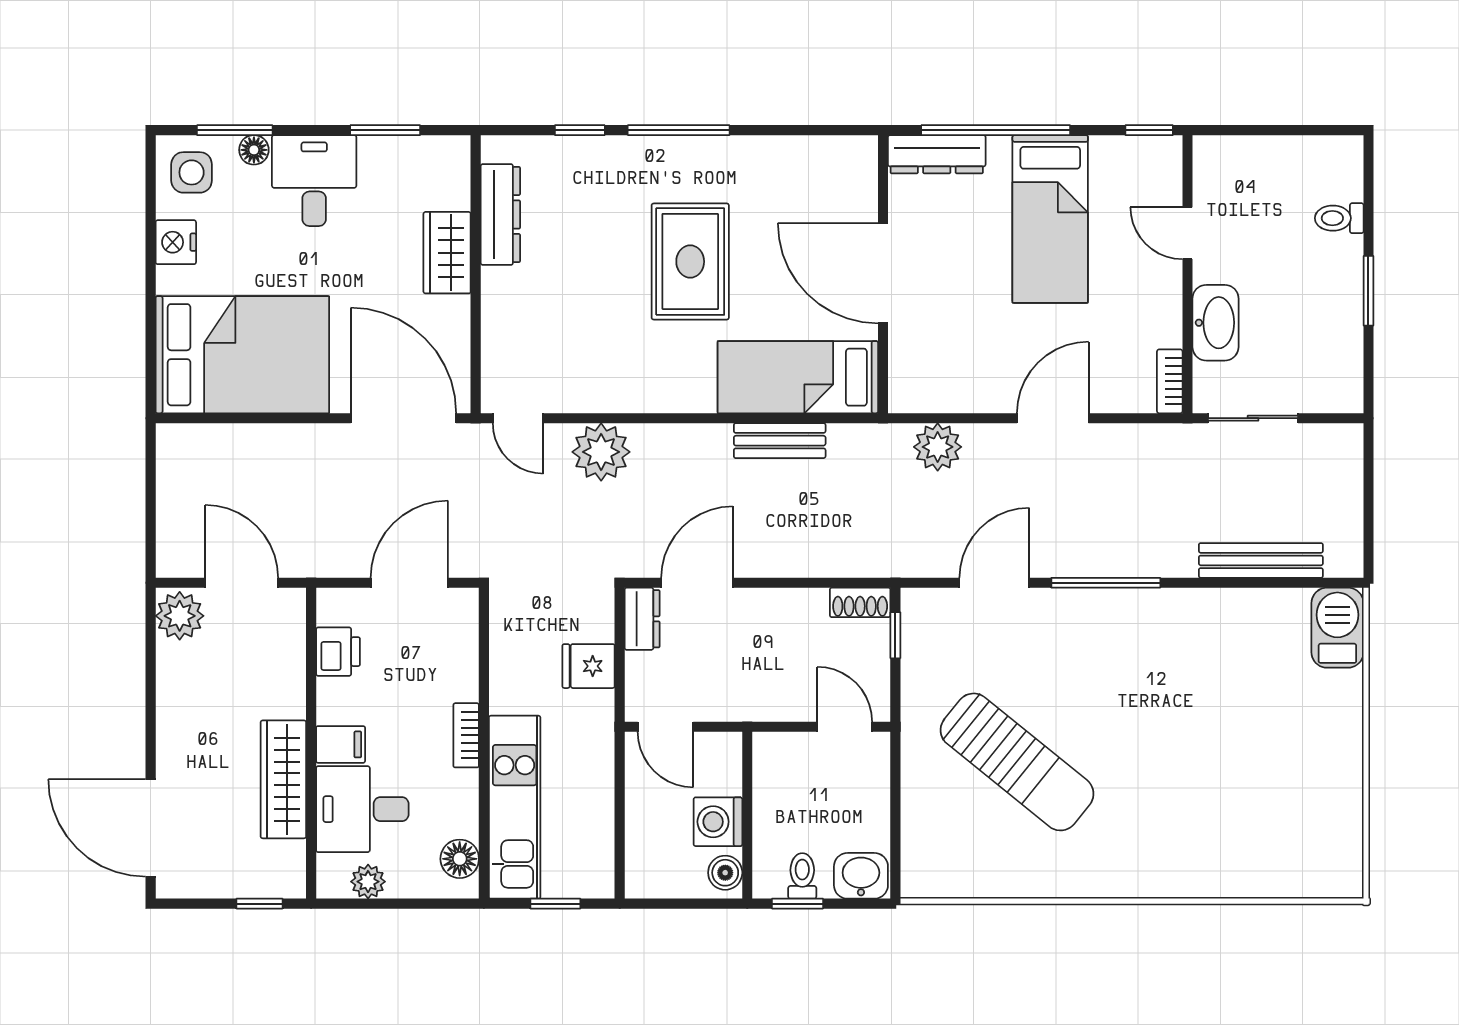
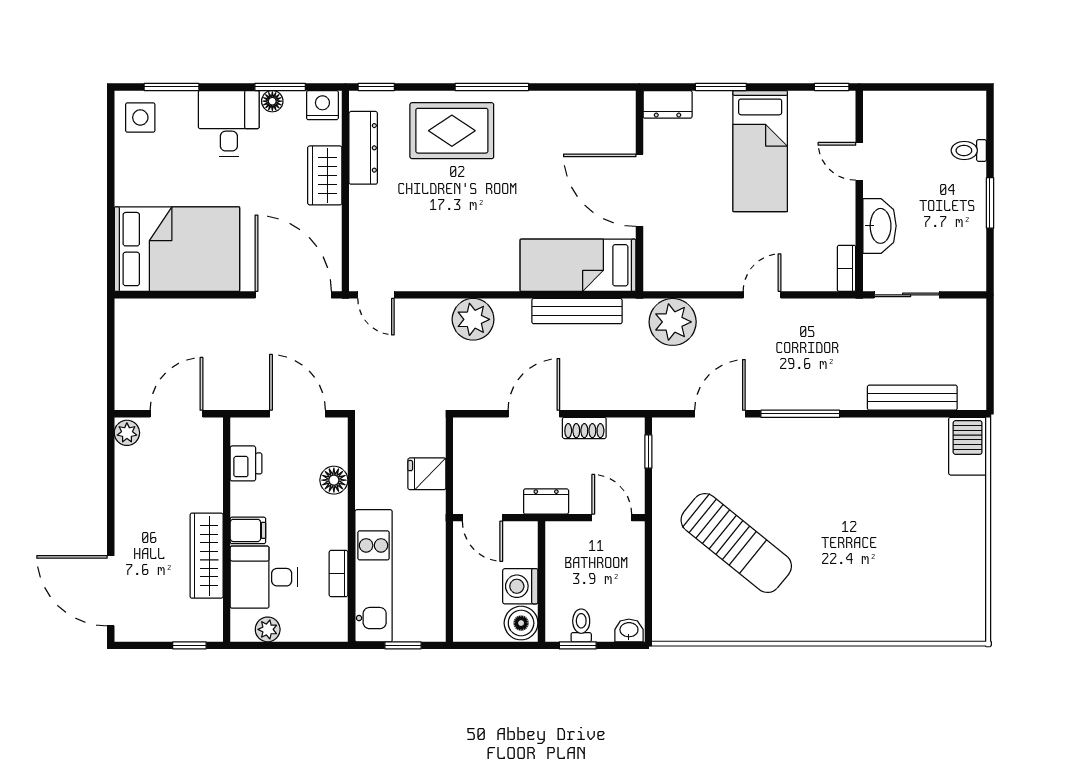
window: (580, 130) -> (376, 87), moved
window: (996, 130) -> (721, 87), width x0.47
floor lamp: (254, 150) -> (272, 101), moved
dresser: (937, 154) -> (668, 104), width x0.70
nightstand: (176, 242) -> (322, 105), moved, turned 90
rug: (690, 262) -> (452, 131), moved, turned 90
door: (1053, 418) -> (762, 295), width x0.73
bench: (780, 441) -> (577, 311), width x1.36
plant: (938, 447) -> (673, 322), width x1.36, depth x1.36
plant: (601, 452) -> (473, 319), moved
door: (242, 583) -> (176, 414), hinge flipped
door: (409, 583) -> (297, 414), hinge flipped
door: (697, 583) -> (534, 414), moved
shoe rack: (860, 602) -> (584, 428), moved
plant: (180, 616) -> (127, 433), width x0.73, depth x0.73
dresser: (642, 619) -> (546, 501), moved, turned -90
bookcase: (466, 735) -> (339, 574), moved
floor lamp: (460, 859) -> (334, 480), moved
boiler: (725, 873) -> (521, 623), width x1.36, depth x1.36
washbasin: (861, 876) -> (629, 630), width x0.72, depth x0.69

